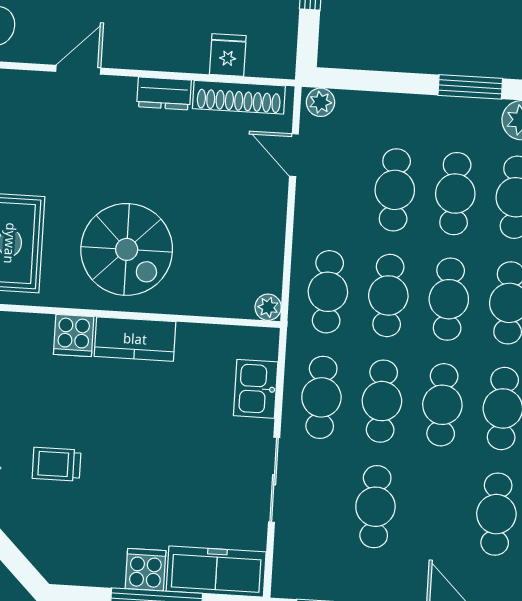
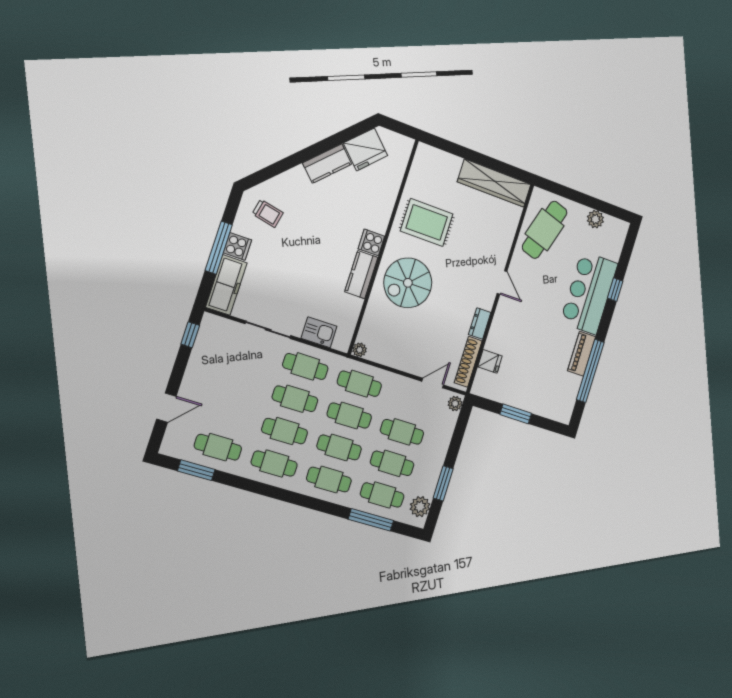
trolley: (57, 464) -> (268, 213), moved, turned 102
cafe table: (375, 507) -> (239, 382), removed

